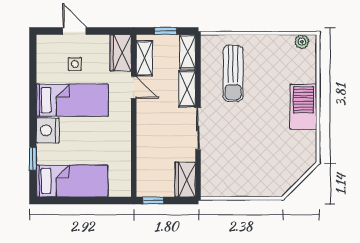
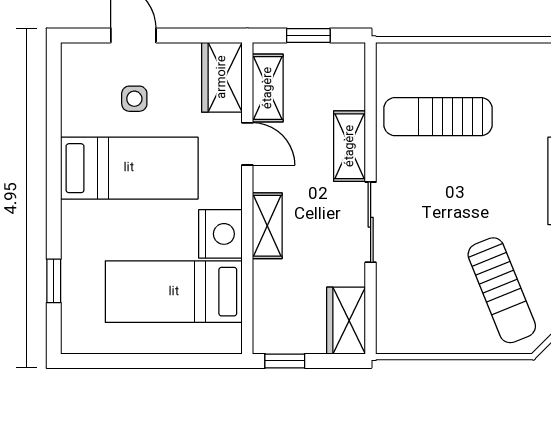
shelving: (188, 52) -> (267, 226), moved
sun lounger: (233, 73) -> (438, 117), turned 90
nightstand: (48, 130) -> (220, 234), moved, turned 180
sun lounger: (266, 164) -> (502, 290), added
bed: (72, 181) -> (174, 292), moved, turned 180

